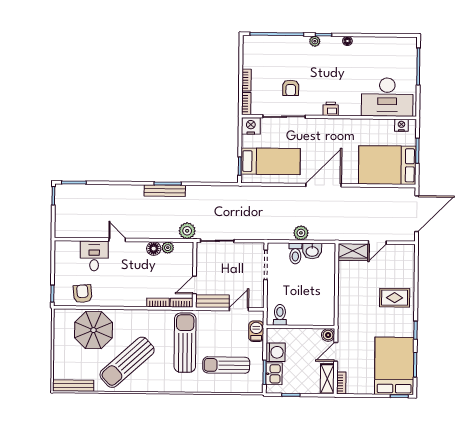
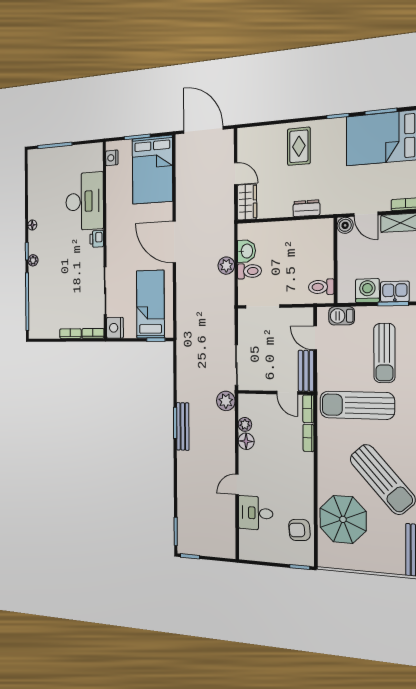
armchair: (291, 88) -> (77, 284), removed
desk: (387, 97) -> (85, 201), moved
dresser: (344, 303) -> (306, 208), added

